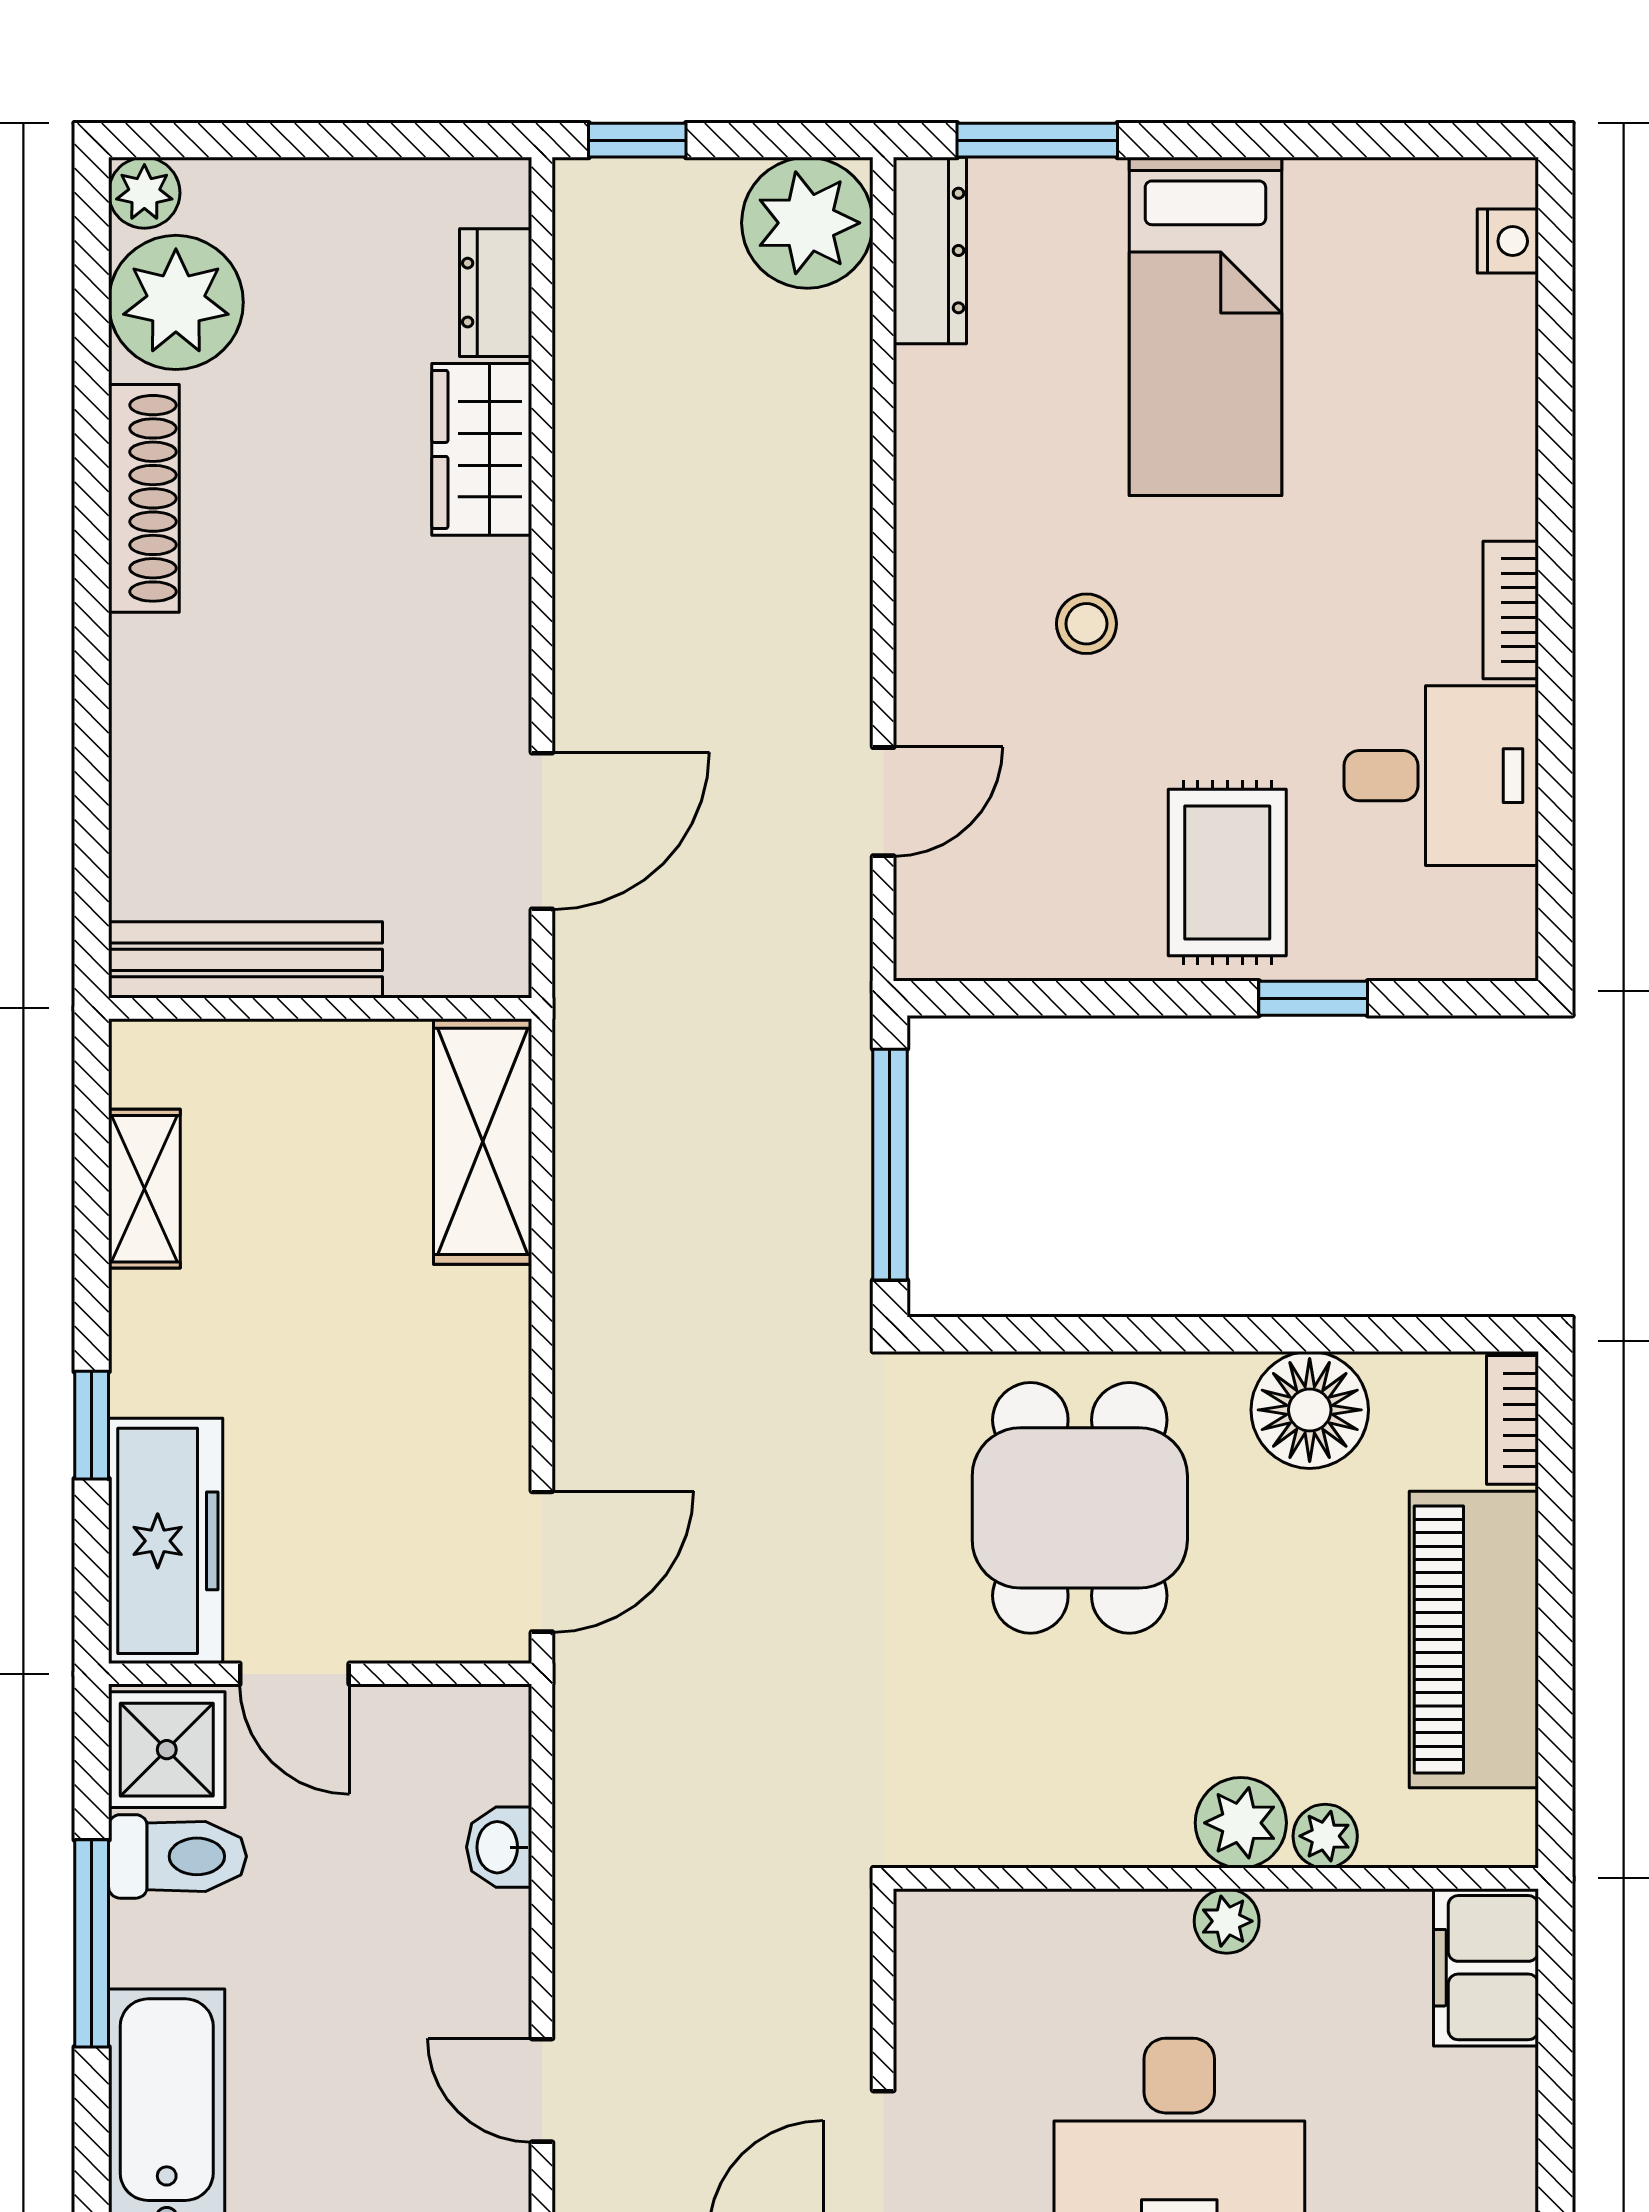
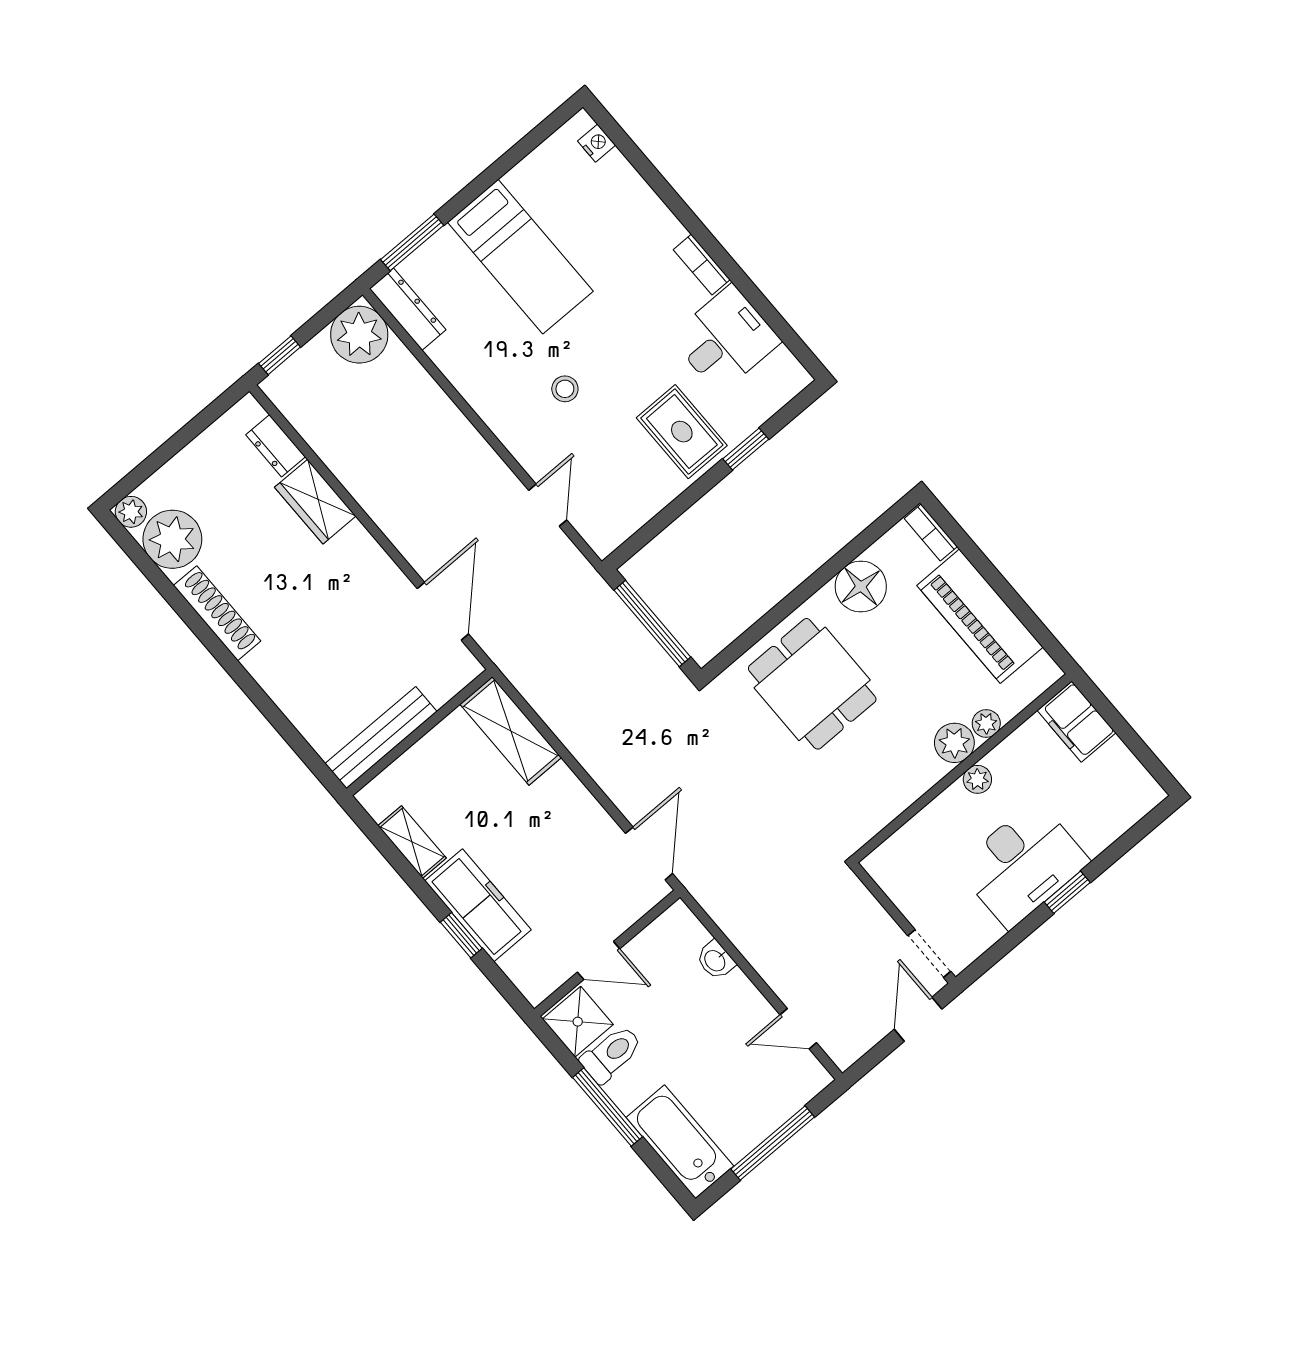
freezer: (166, 1541) -> (478, 905), moved

